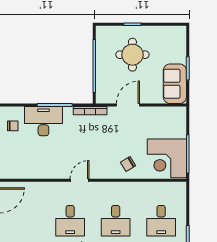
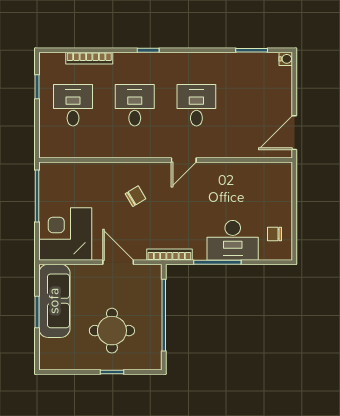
sofa: (175, 84) -> (54, 301), width x1.36
door: (128, 105) -> (118, 262), swing flipped
corner desk: (167, 158) -> (65, 234), moved, turned -90
chair: (128, 164) -> (136, 196), moved

